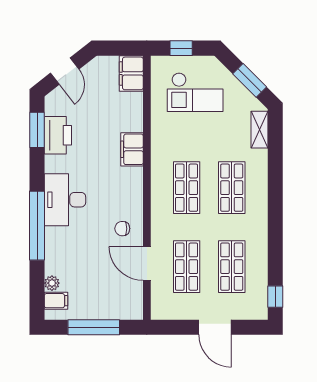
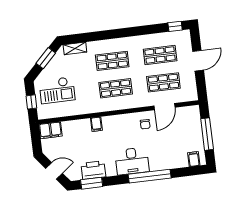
checkout: (195, 92) -> (57, 90), turned 90
filing cabinet: (132, 149) -> (96, 124), width x0.50
plant: (52, 283) -> (183, 163), removed

